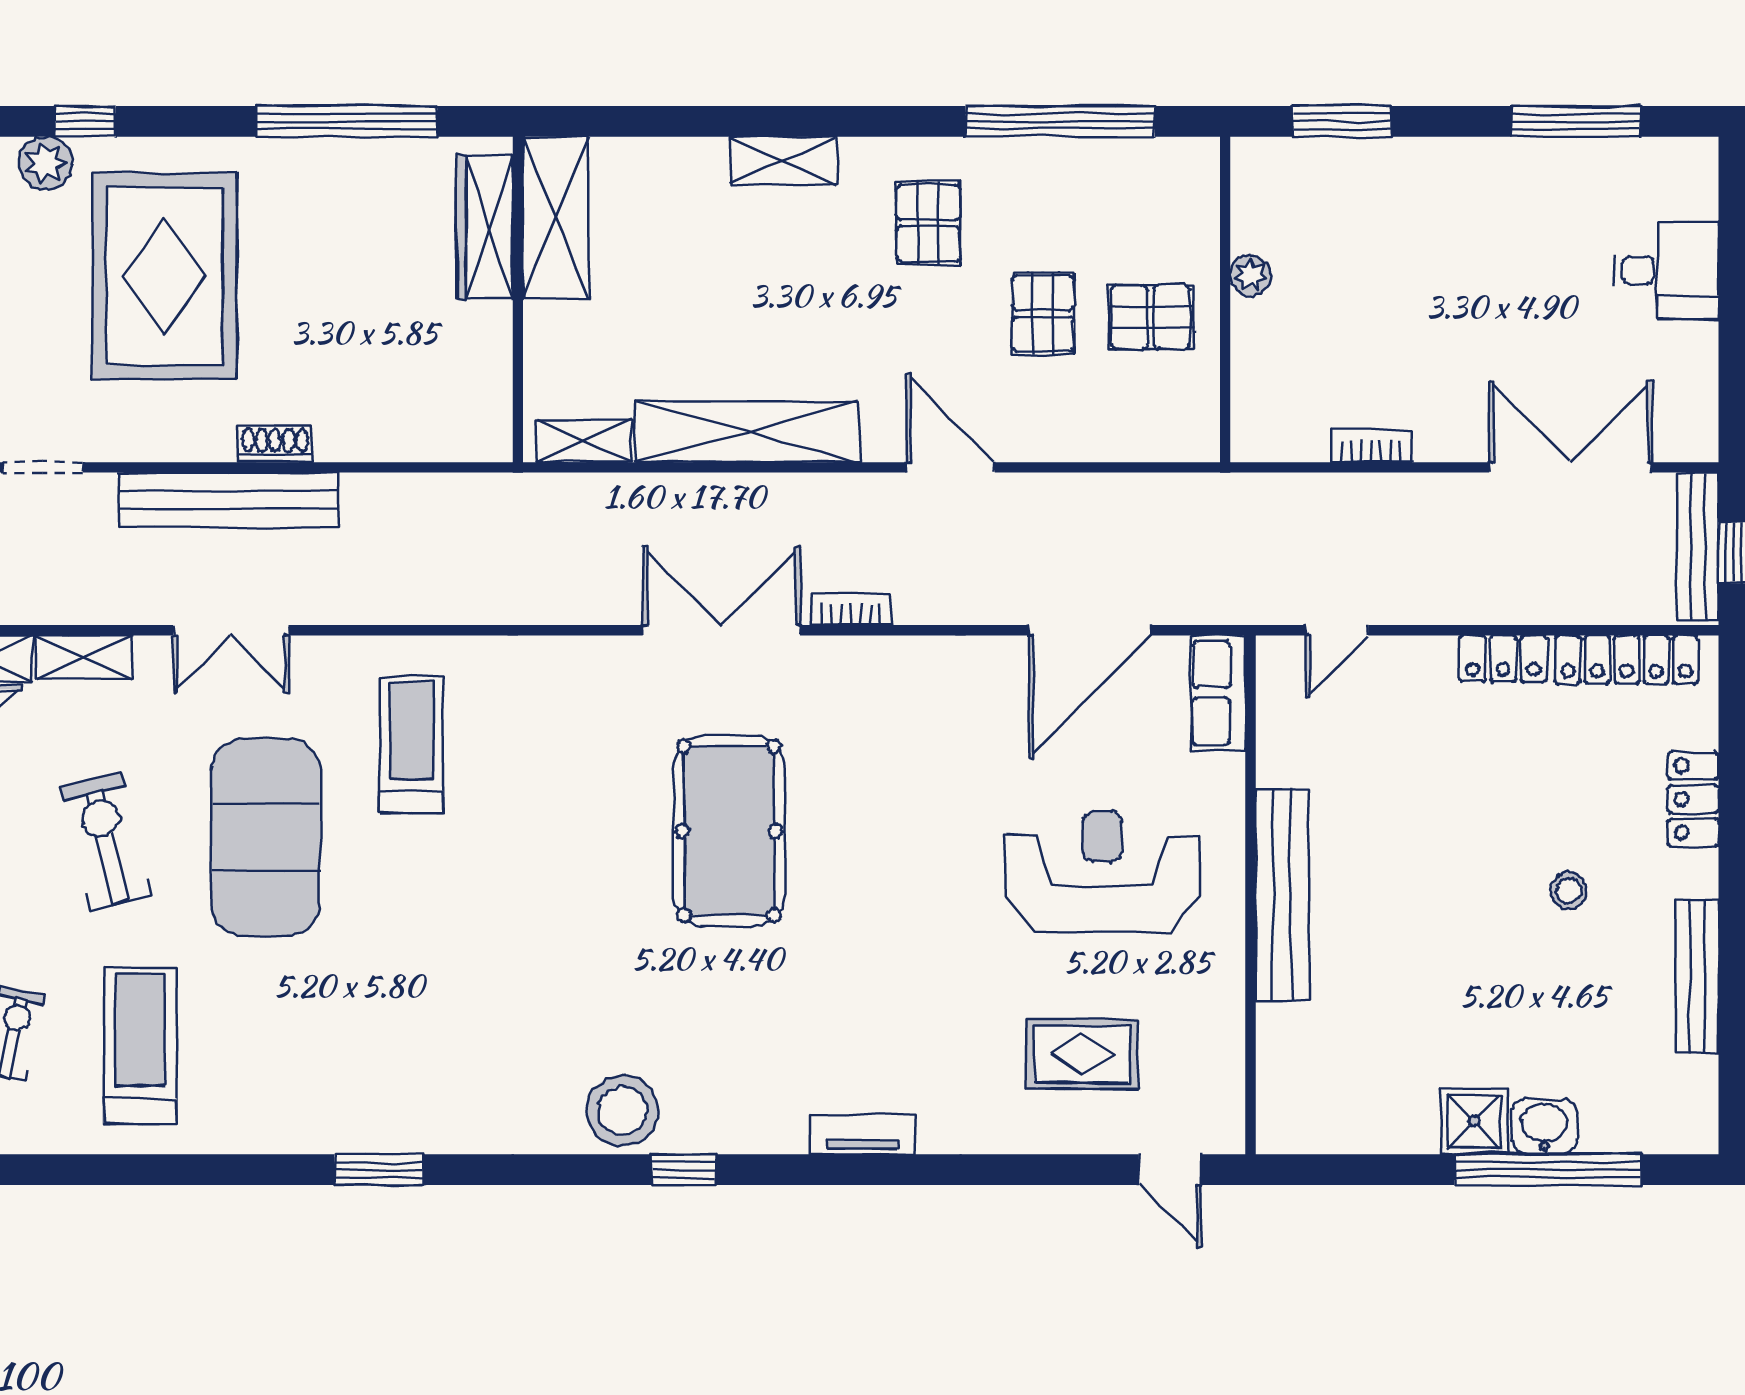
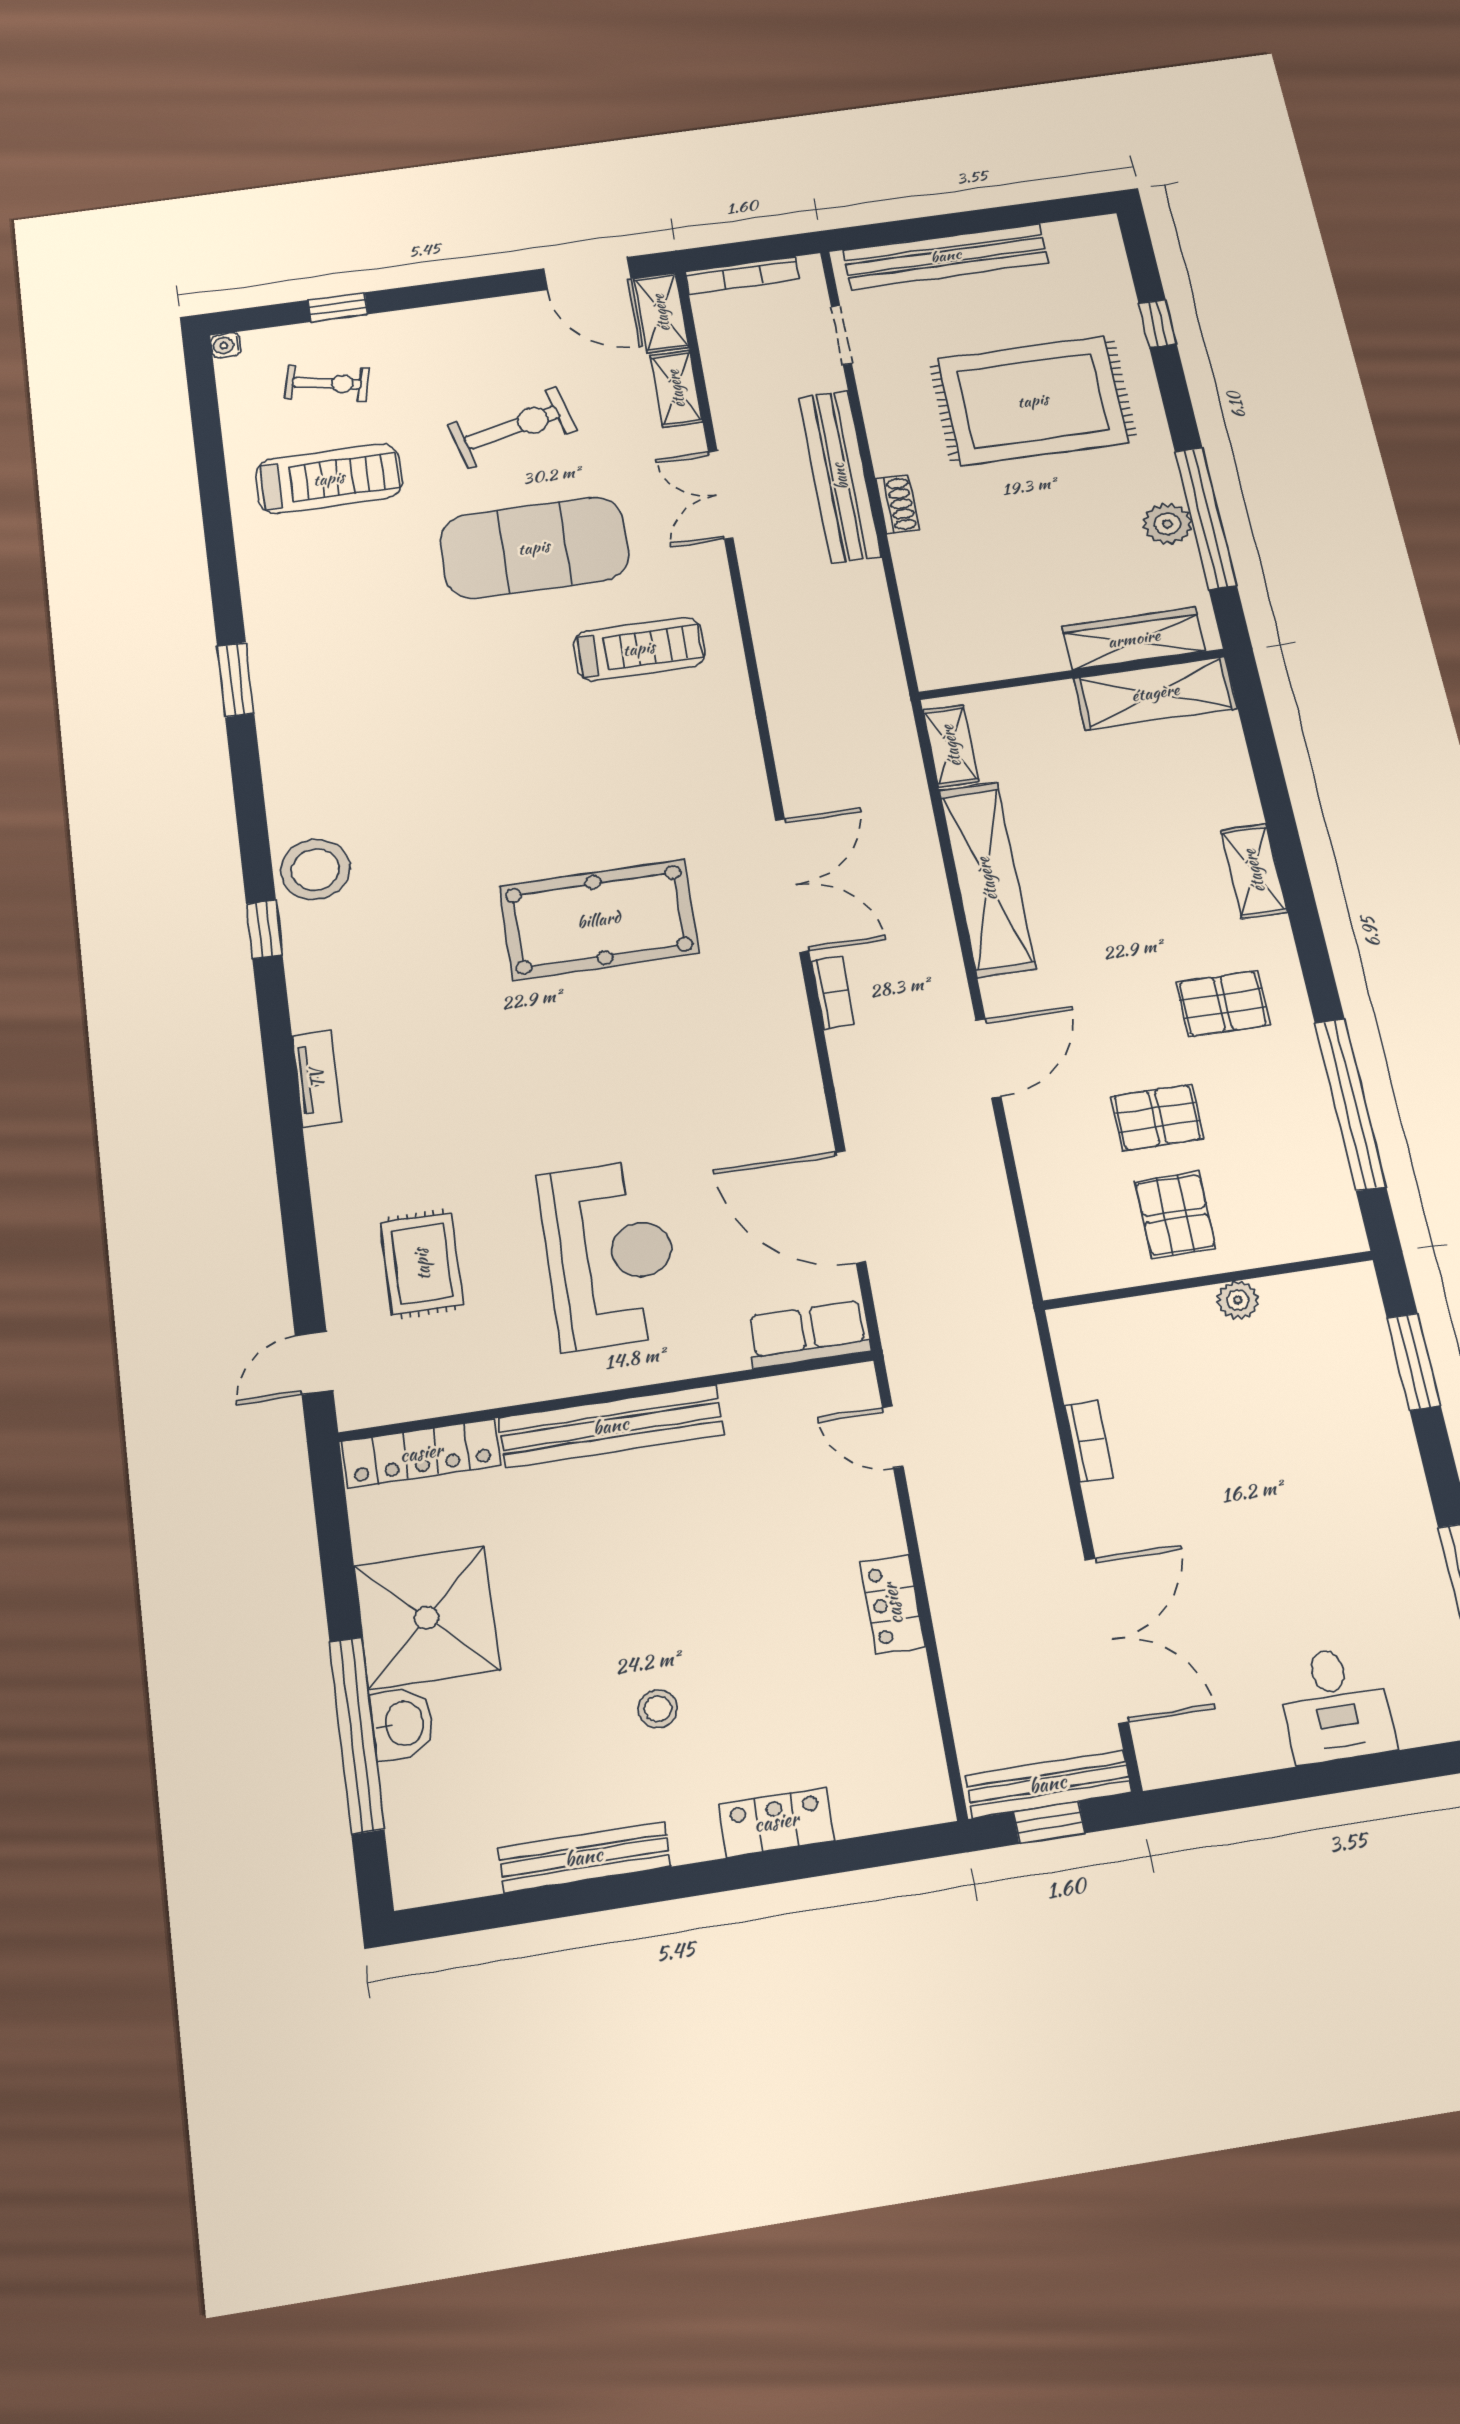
plant: (45, 163) -> (1167, 524), moved
locker: (1627, 660) -> (421, 1453), moved, turned -90
shower: (1474, 1121) -> (427, 1618), width x1.86, depth x1.86

